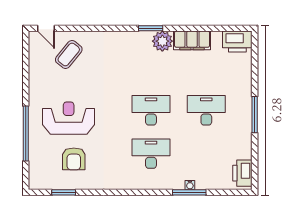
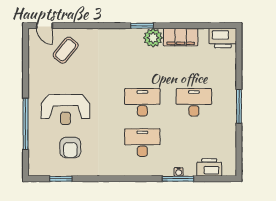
reception desk: (69, 118) -> (65, 110), turned 180
printer: (242, 173) -> (209, 167), moved, turned 90

